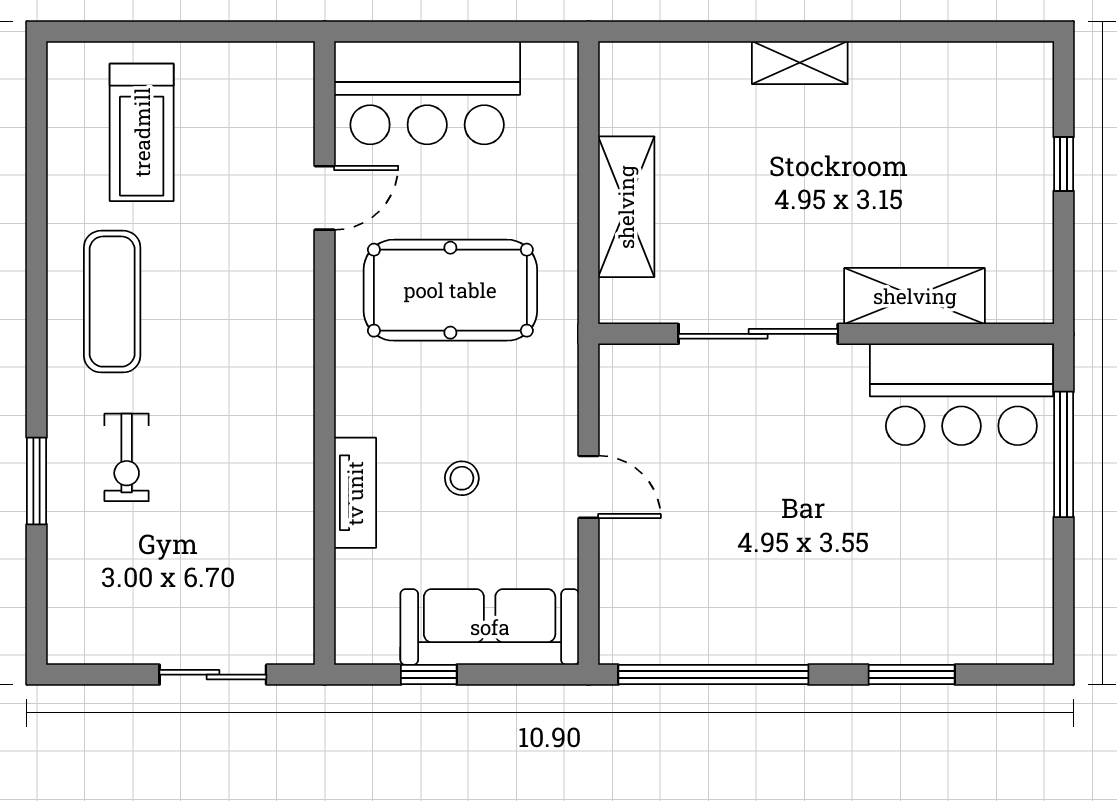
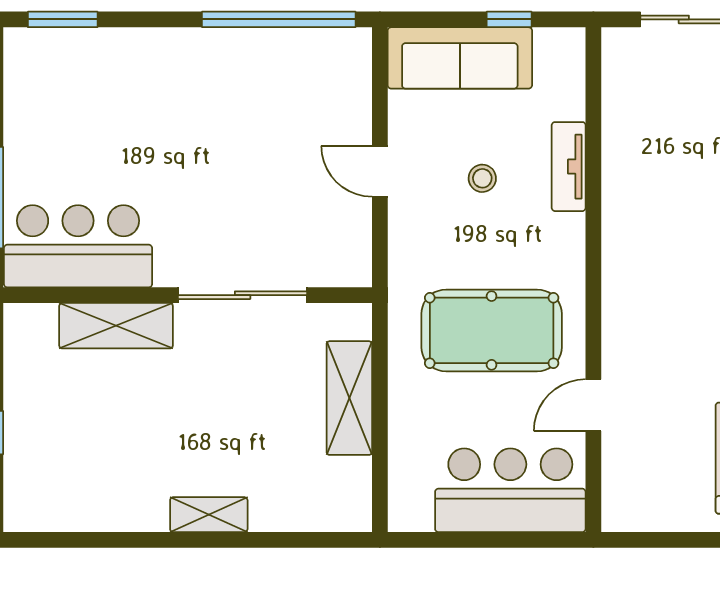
window: (912, 675) -> (63, 19), moved

